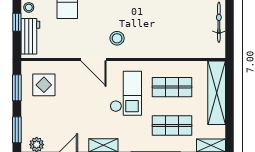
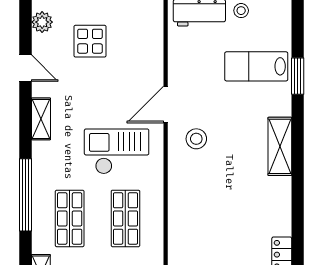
display table: (44, 85) -> (90, 41), moved
checkout: (126, 93) -> (117, 151), turned 180

